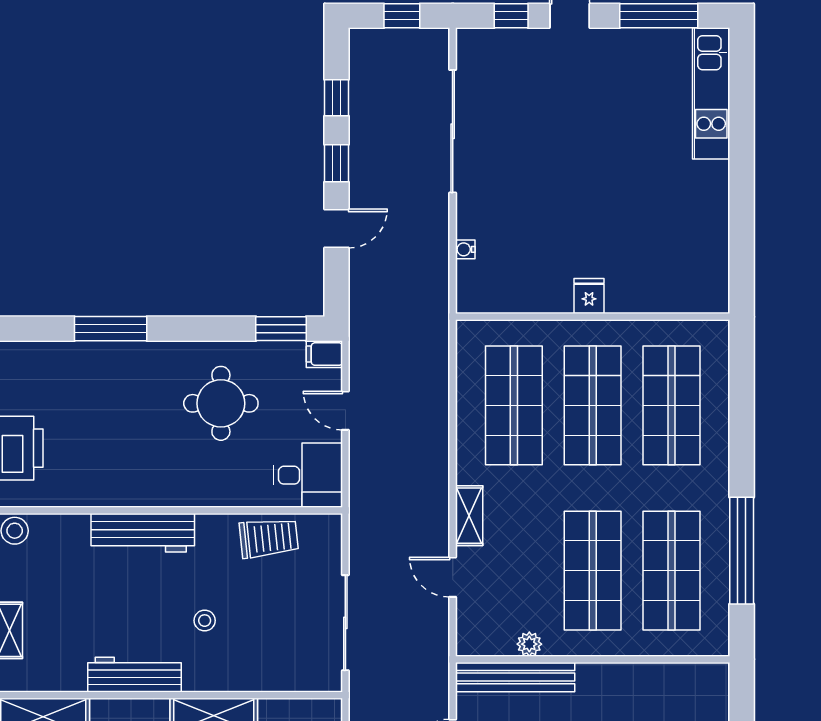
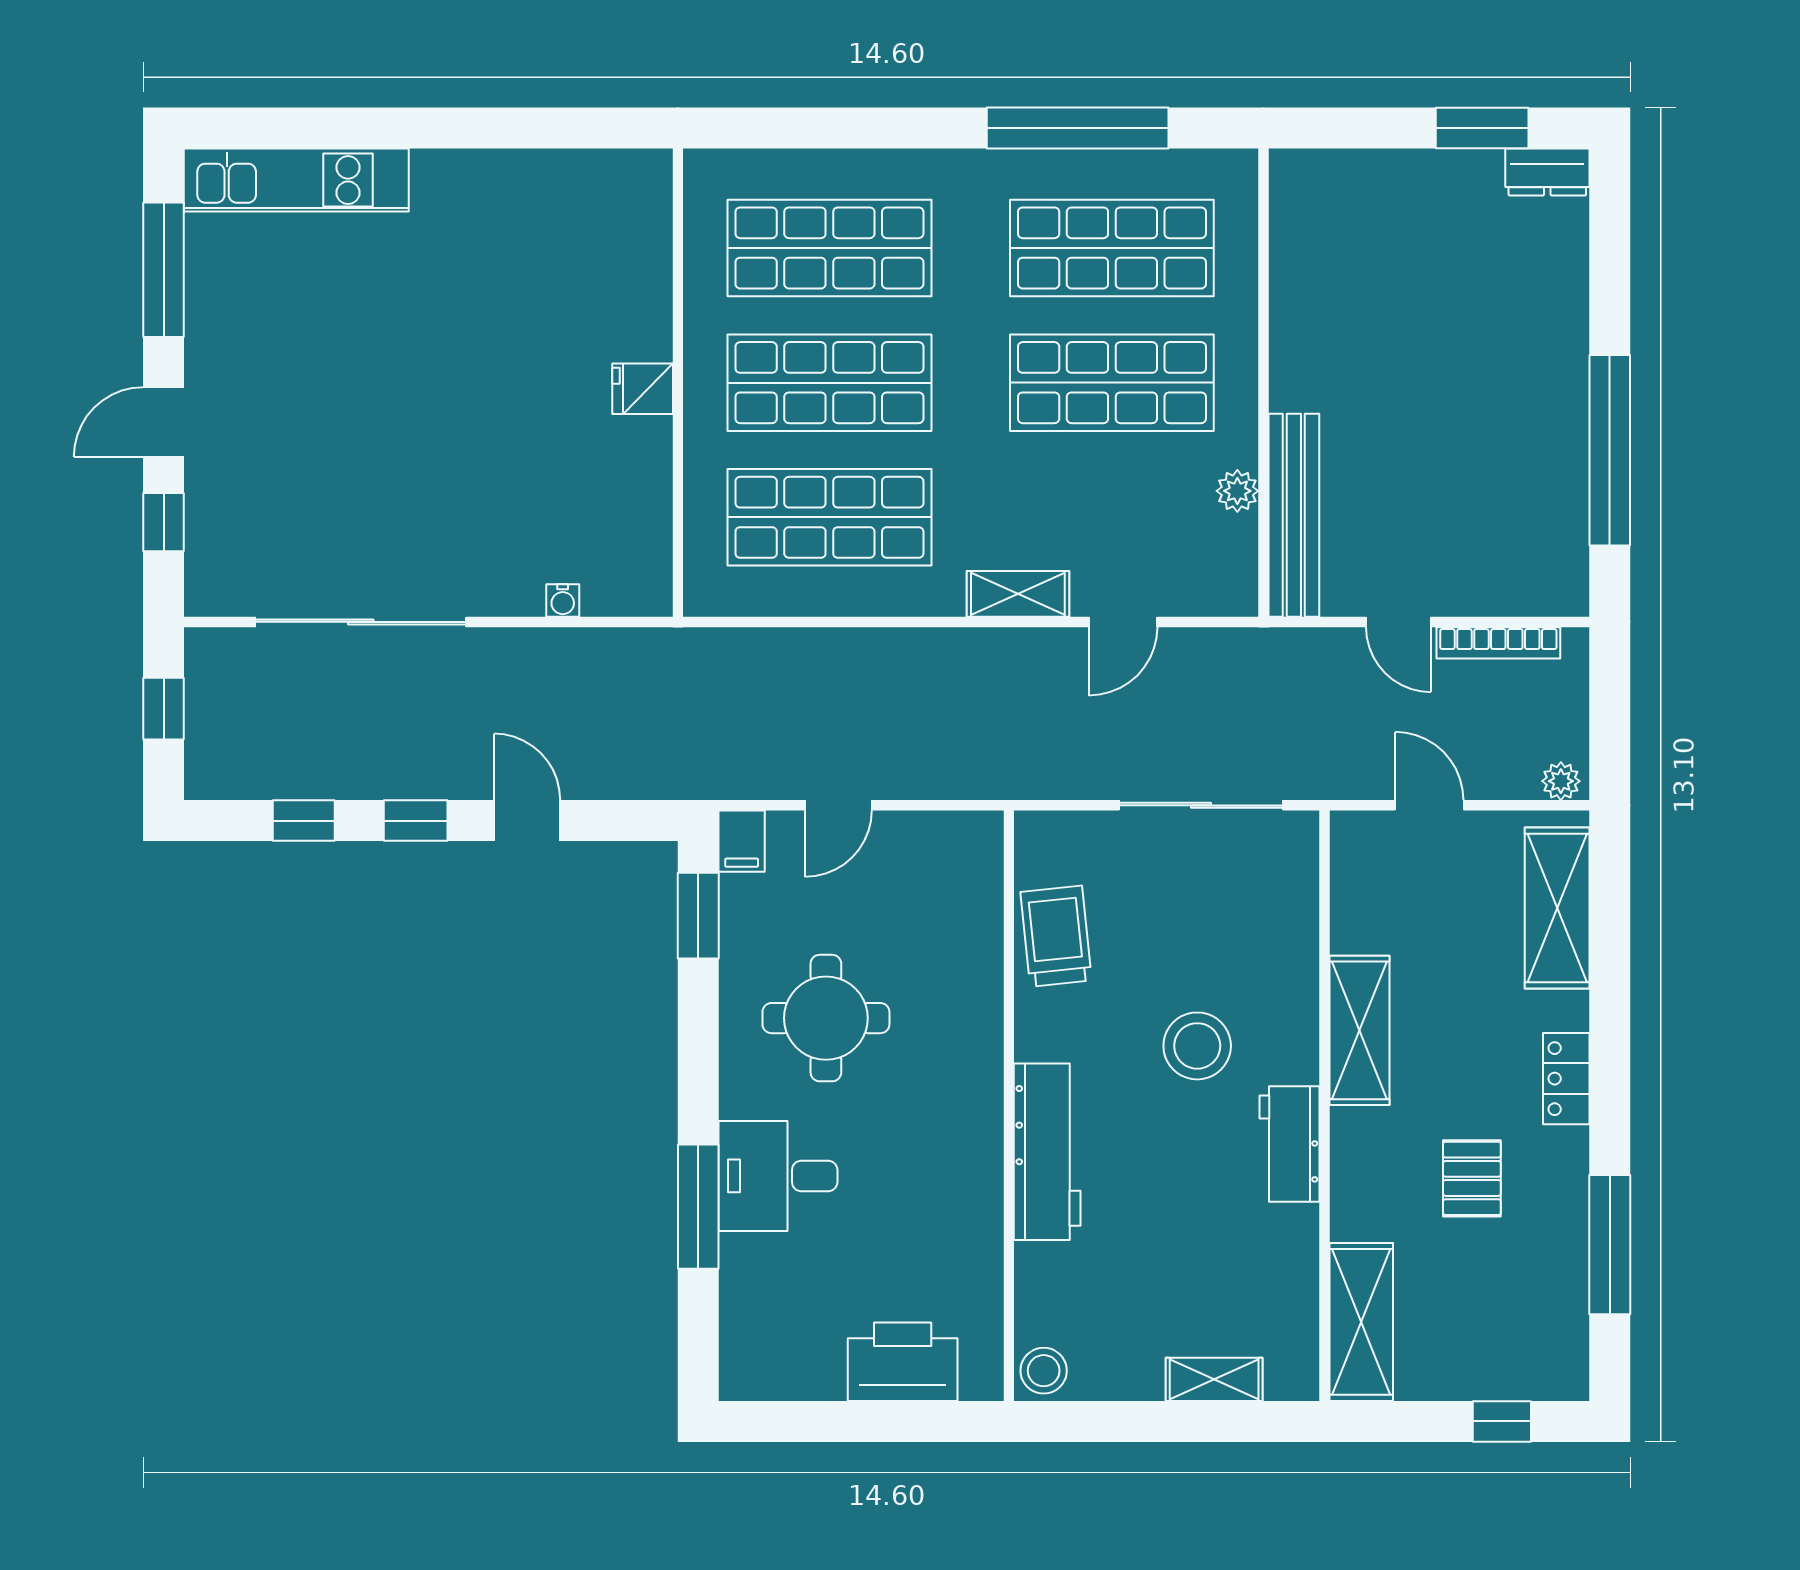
desk: (308, 475) -> (778, 1176), moved, turned -90
stool: (205, 621) -> (1197, 1046), width x1.89, depth x1.89
workbench: (135, 675) -> (1290, 1144), width x0.73

